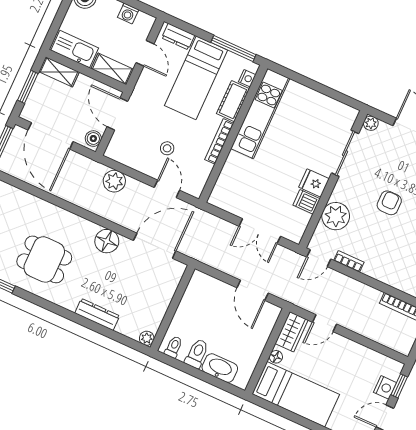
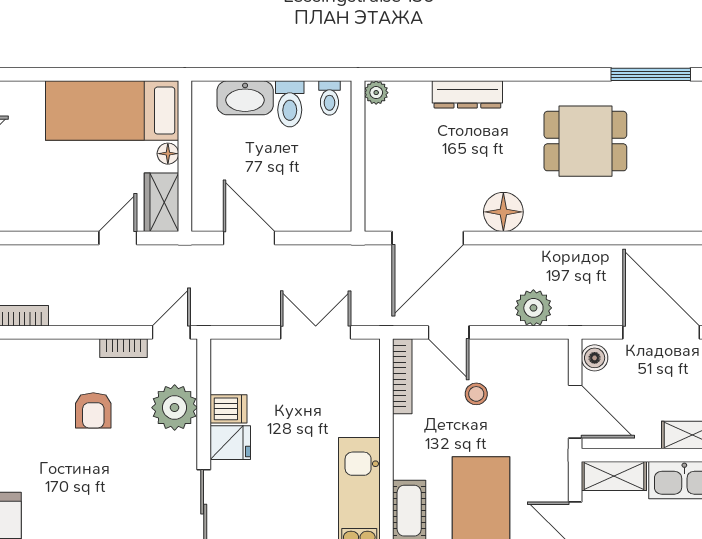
bookcase: (219, 141) -> (402, 376), moved
armchair: (389, 203) -> (93, 410), moved
double door: (260, 231) -> (316, 332), moved

